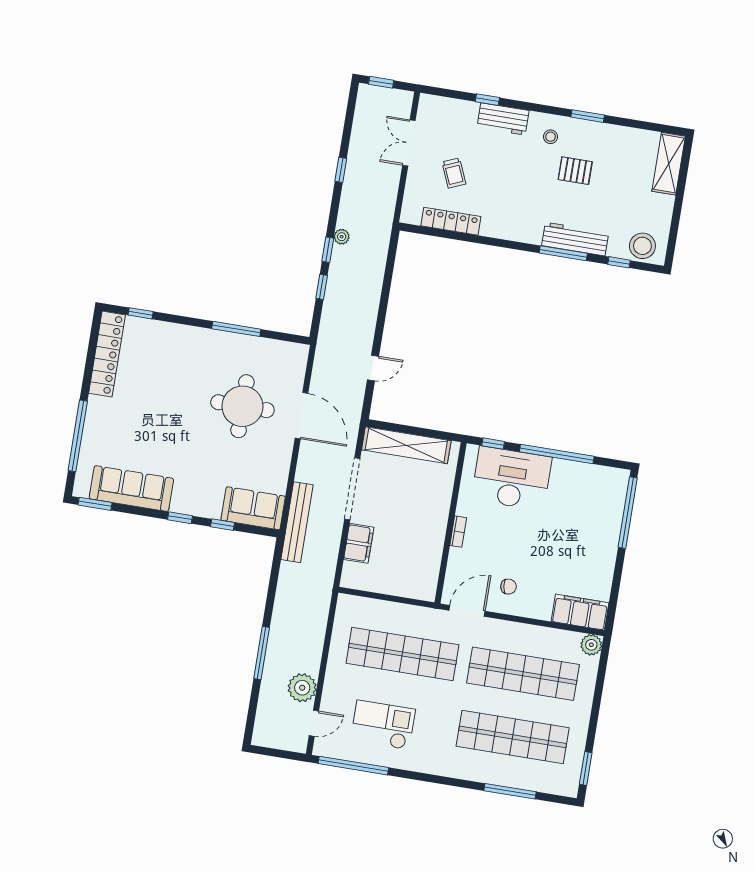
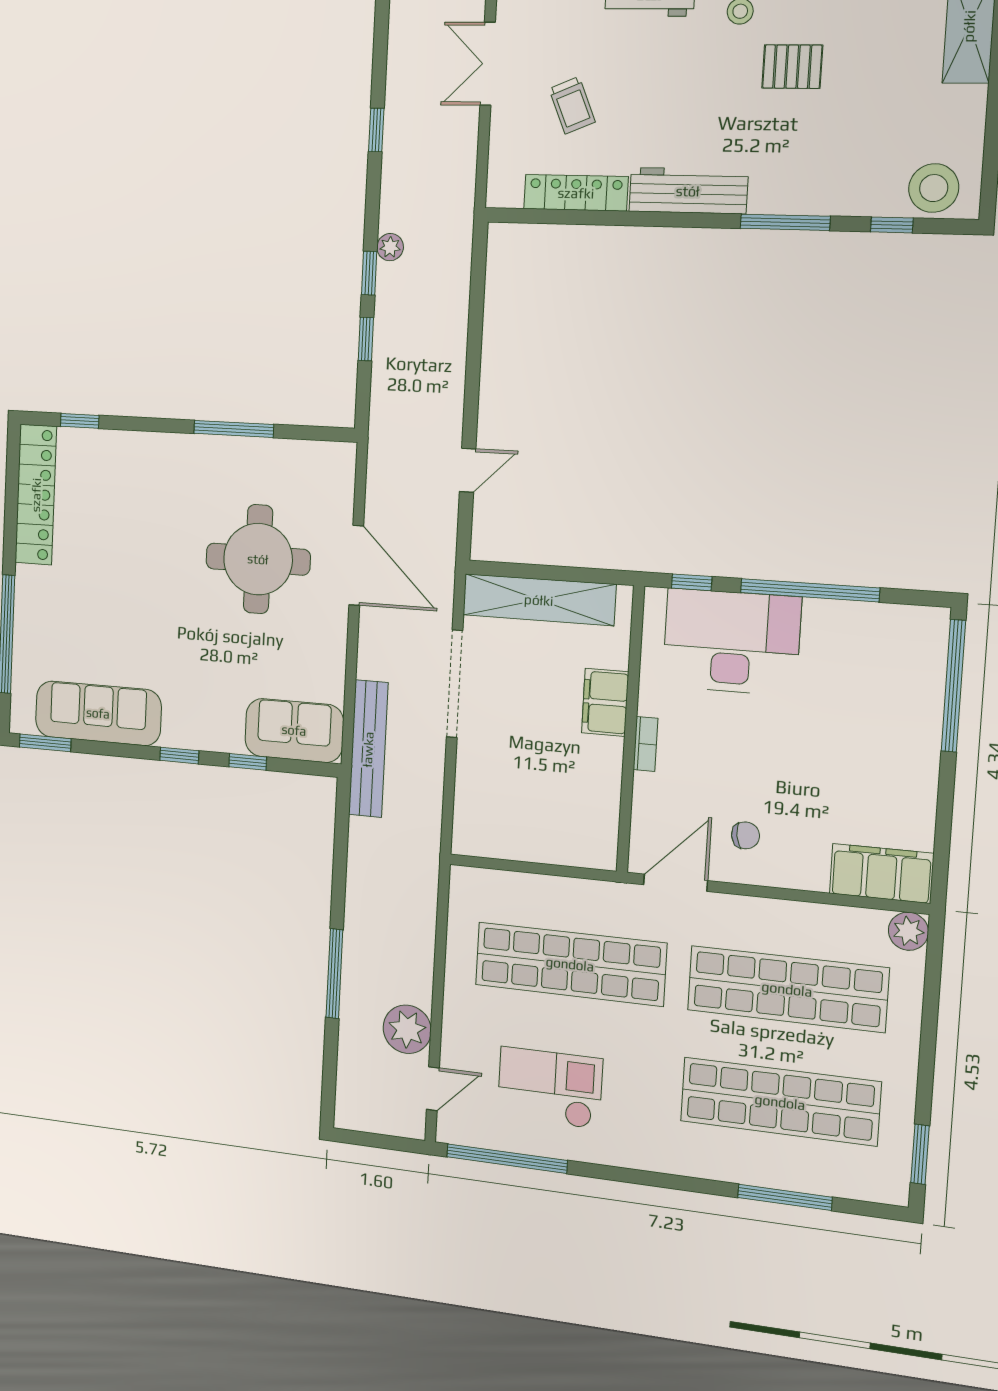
workbench: (575, 239) -> (688, 191), moved
filing cabinet: (359, 543) -> (605, 702), moved, turned 180

